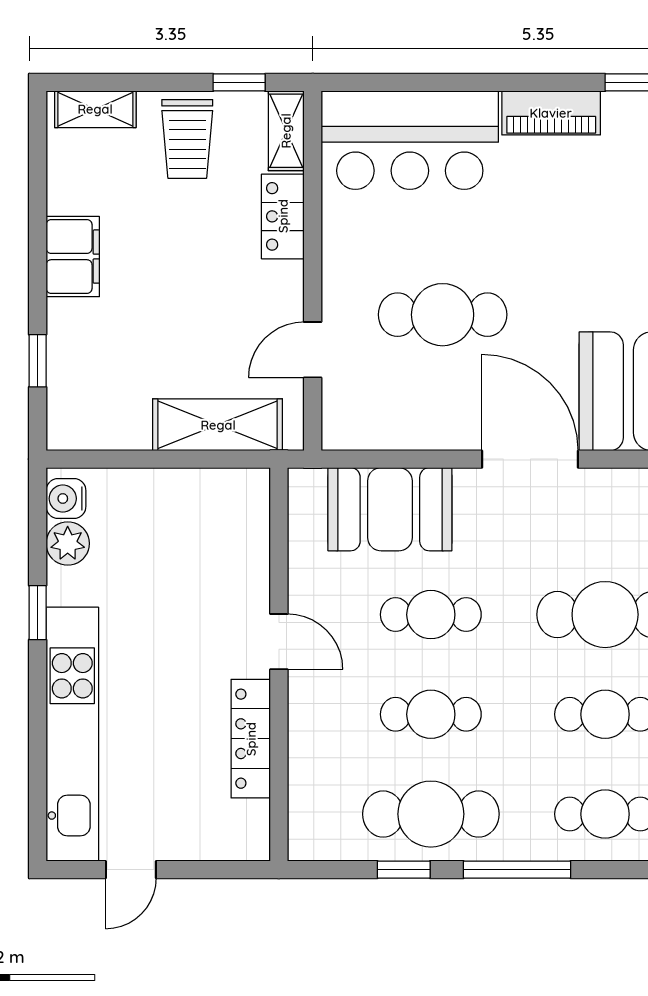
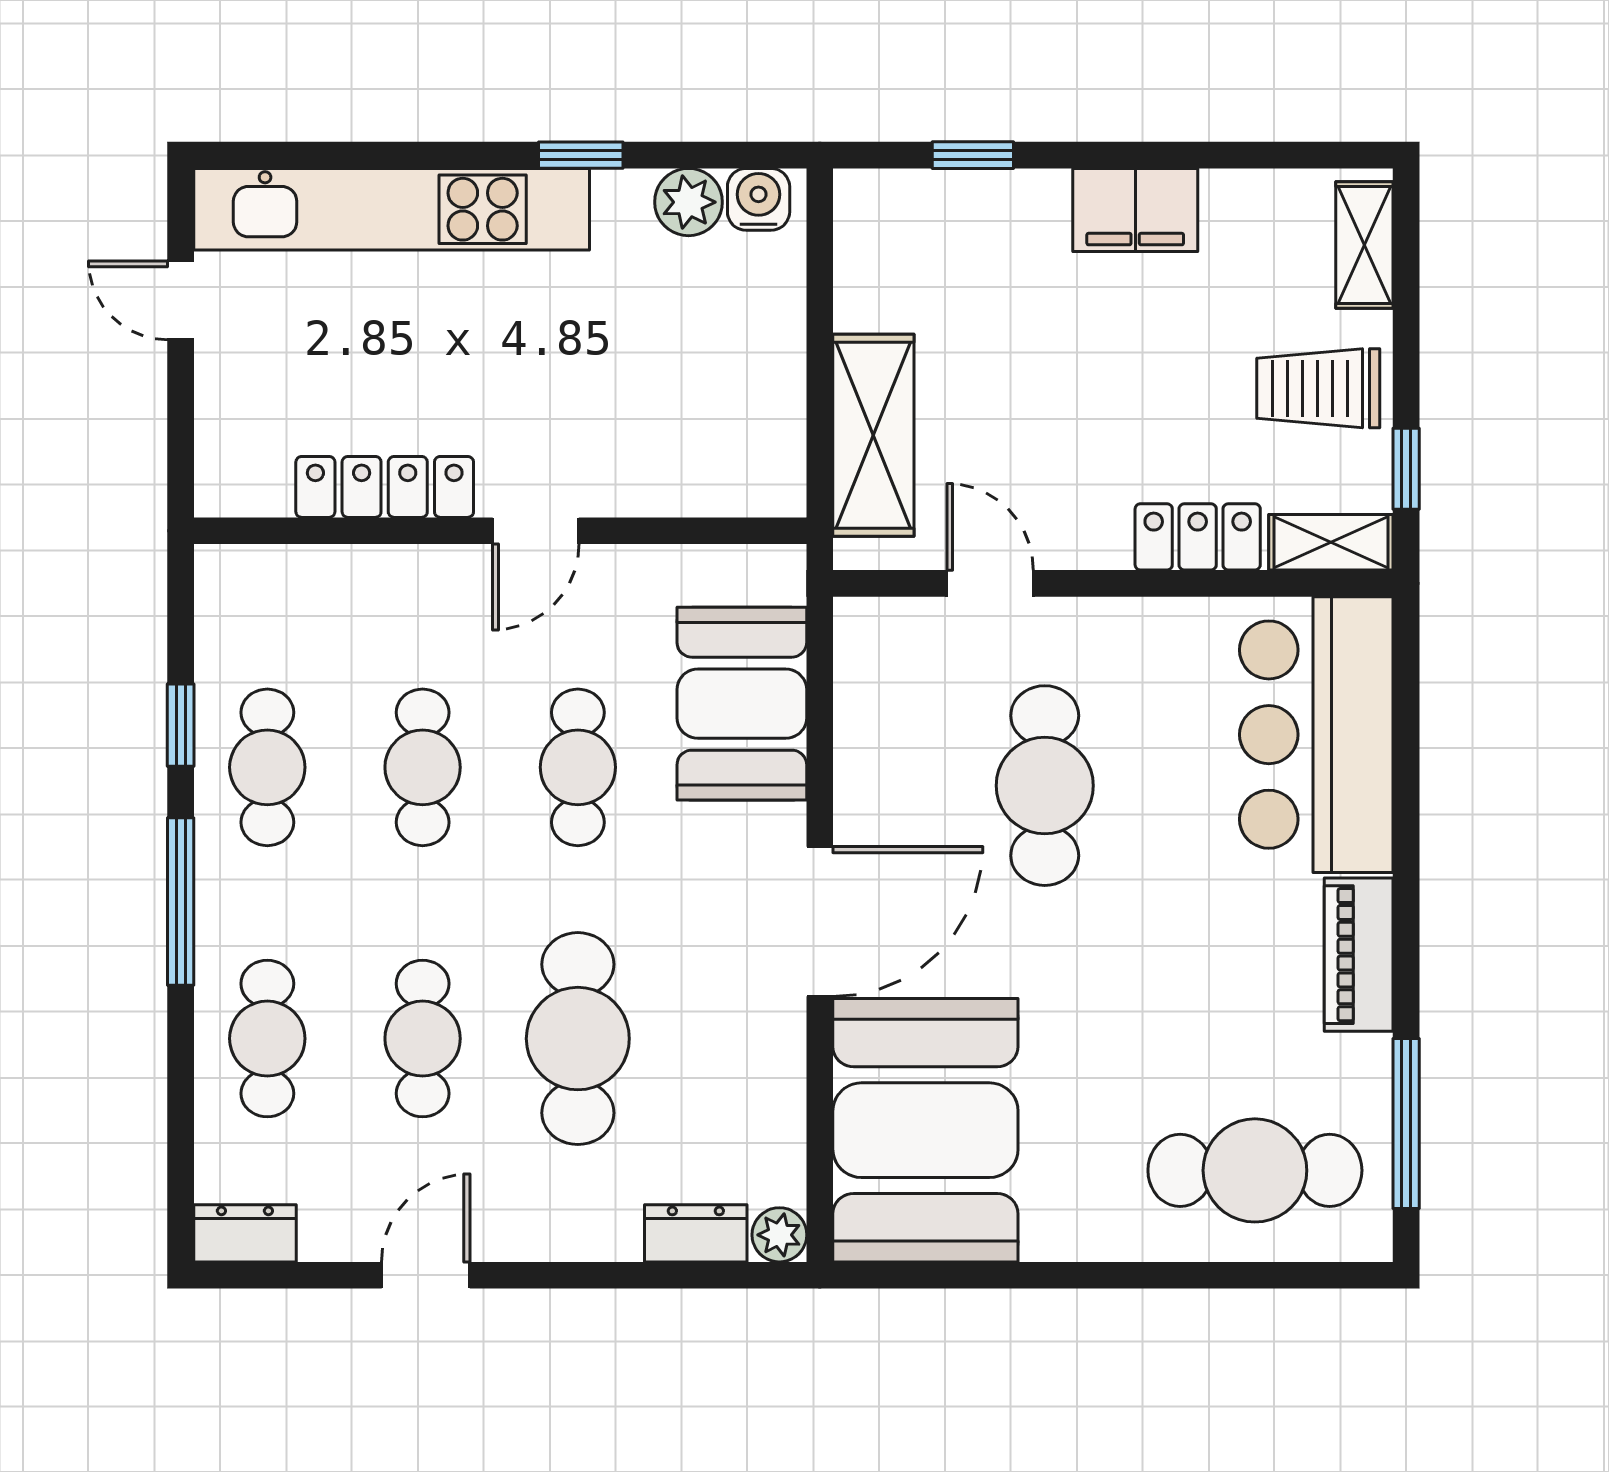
cafe table: (431, 814) -> (267, 767), width x0.73, depth x0.74

